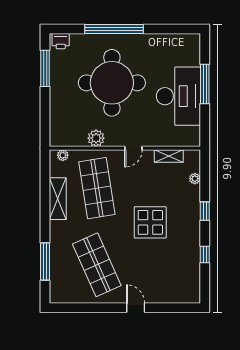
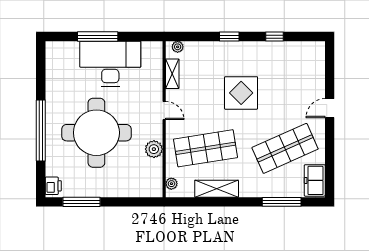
plant: (195, 179) -> (178, 47), moved
freezer: (66, 293) -> (315, 180), added

